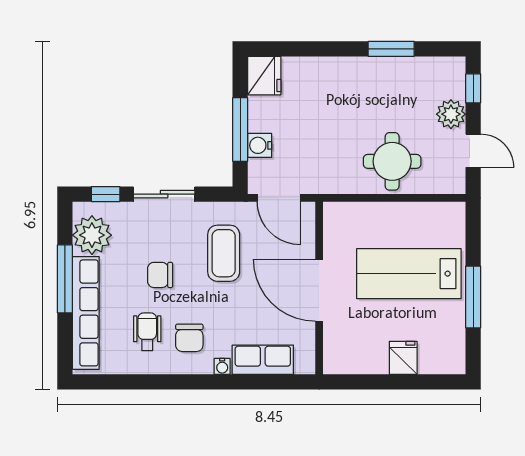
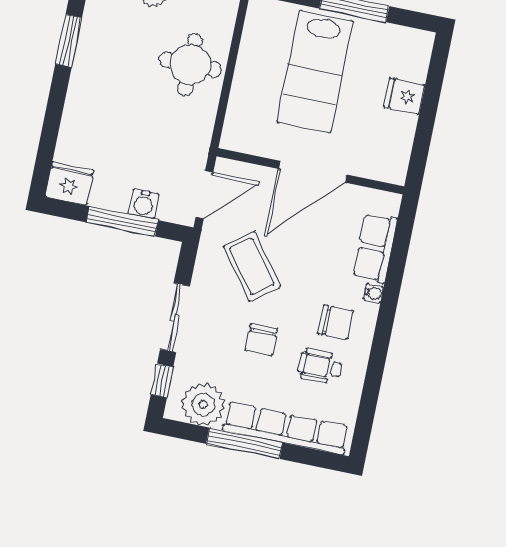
coffee table: (224, 253) -> (252, 266), turned 53

